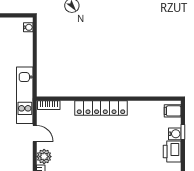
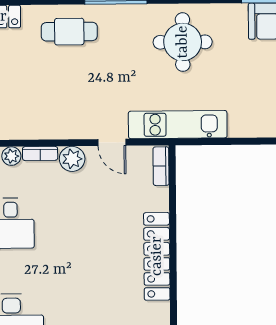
door: (35, 133) -> (112, 142), hinge flipped

